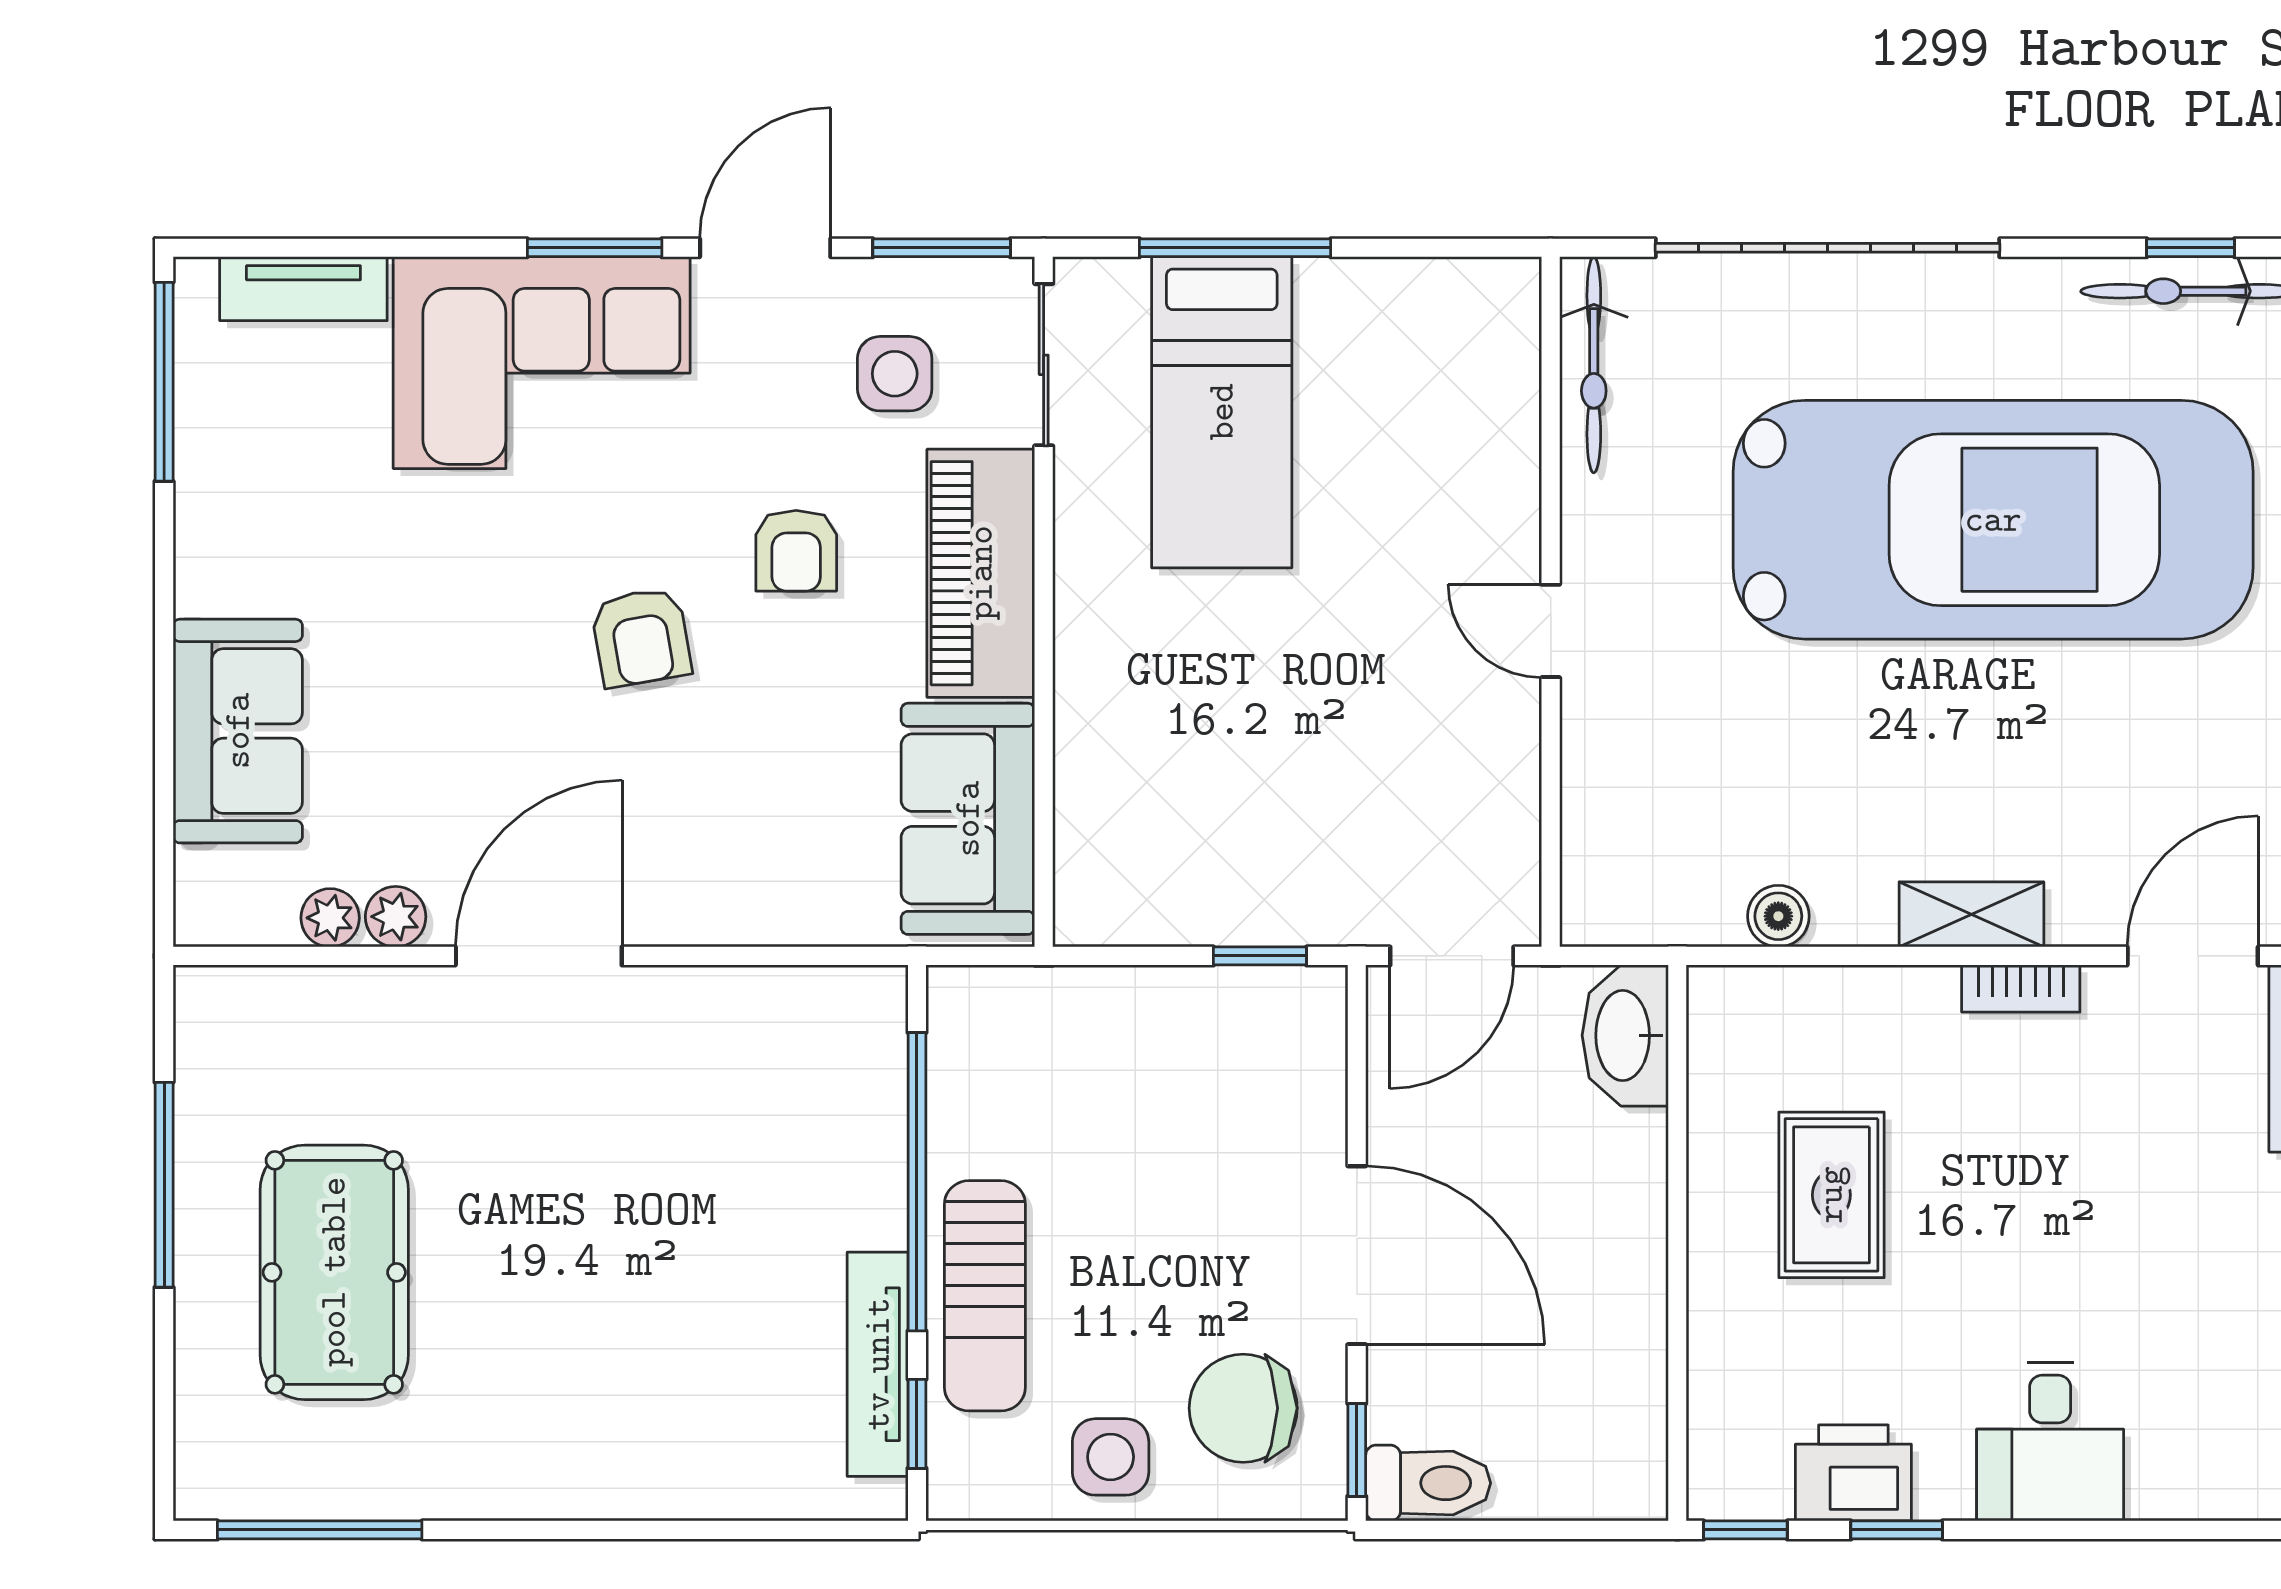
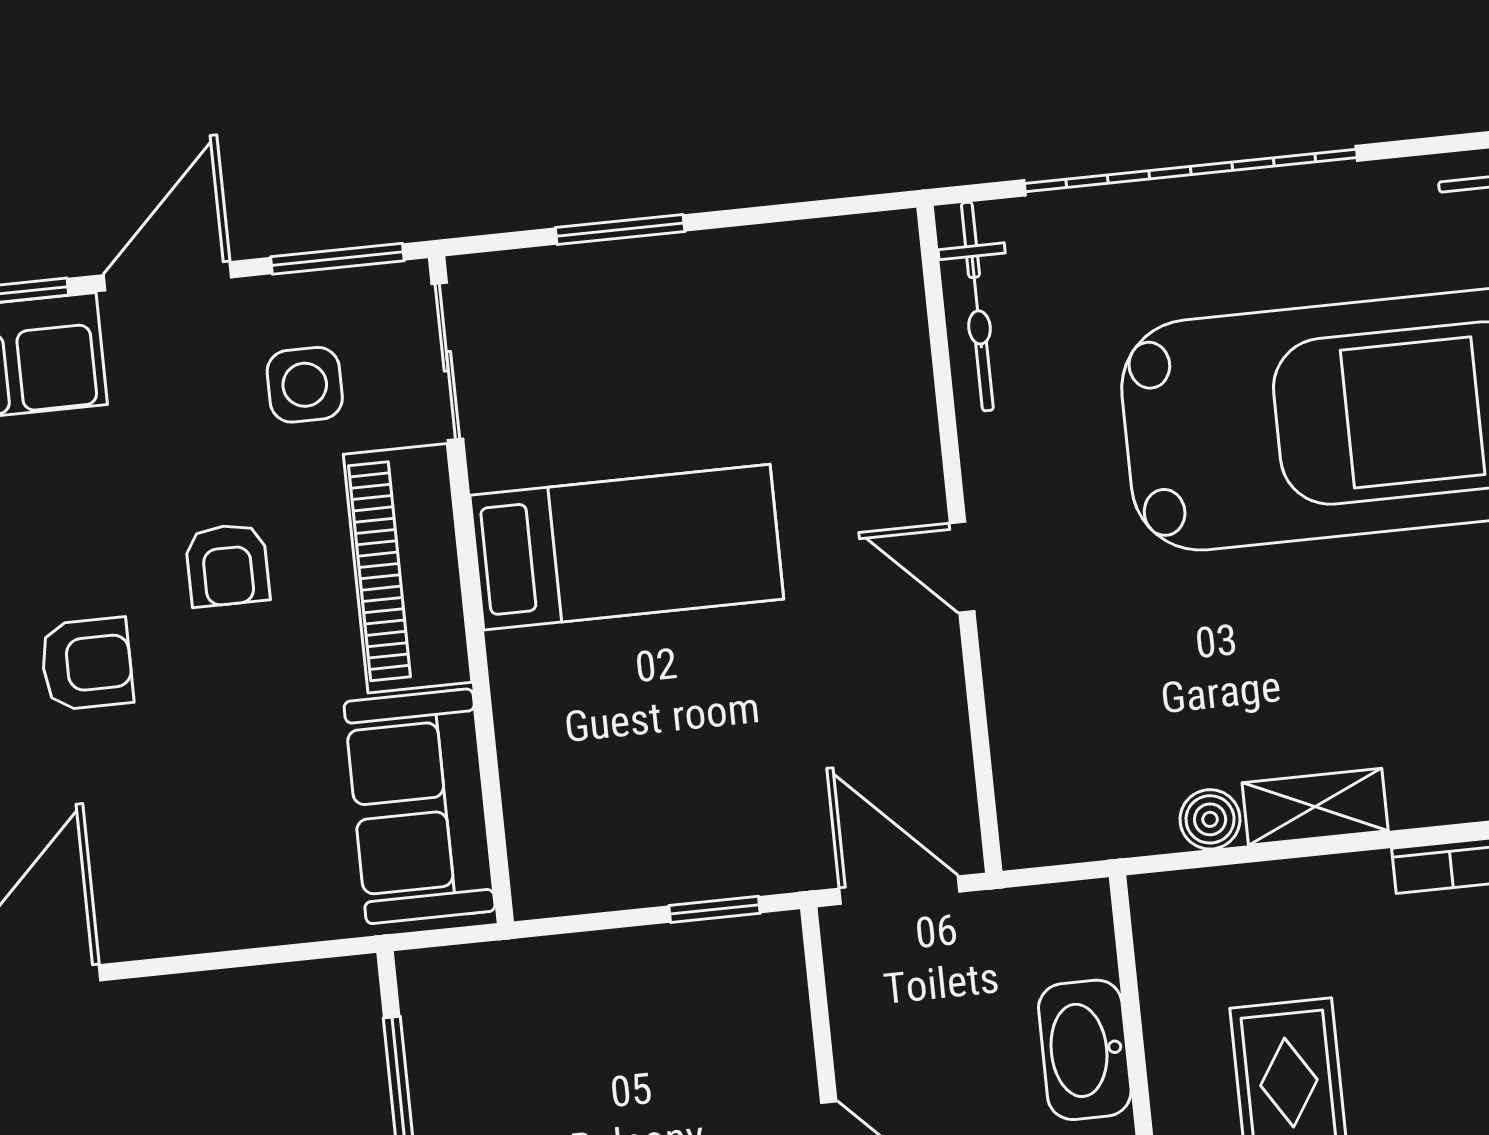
window: (1235, 248) -> (620, 230), width x0.69
bed: (1222, 412) -> (627, 547), moved, turned -90
armchair: (641, 637) -> (87, 664), turned -80
shelving: (1971, 914) -> (1315, 807), moved
door: (1452, 956) -> (899, 890), swing flipped
washbasin: (1625, 1035) -> (1085, 1050), moved

